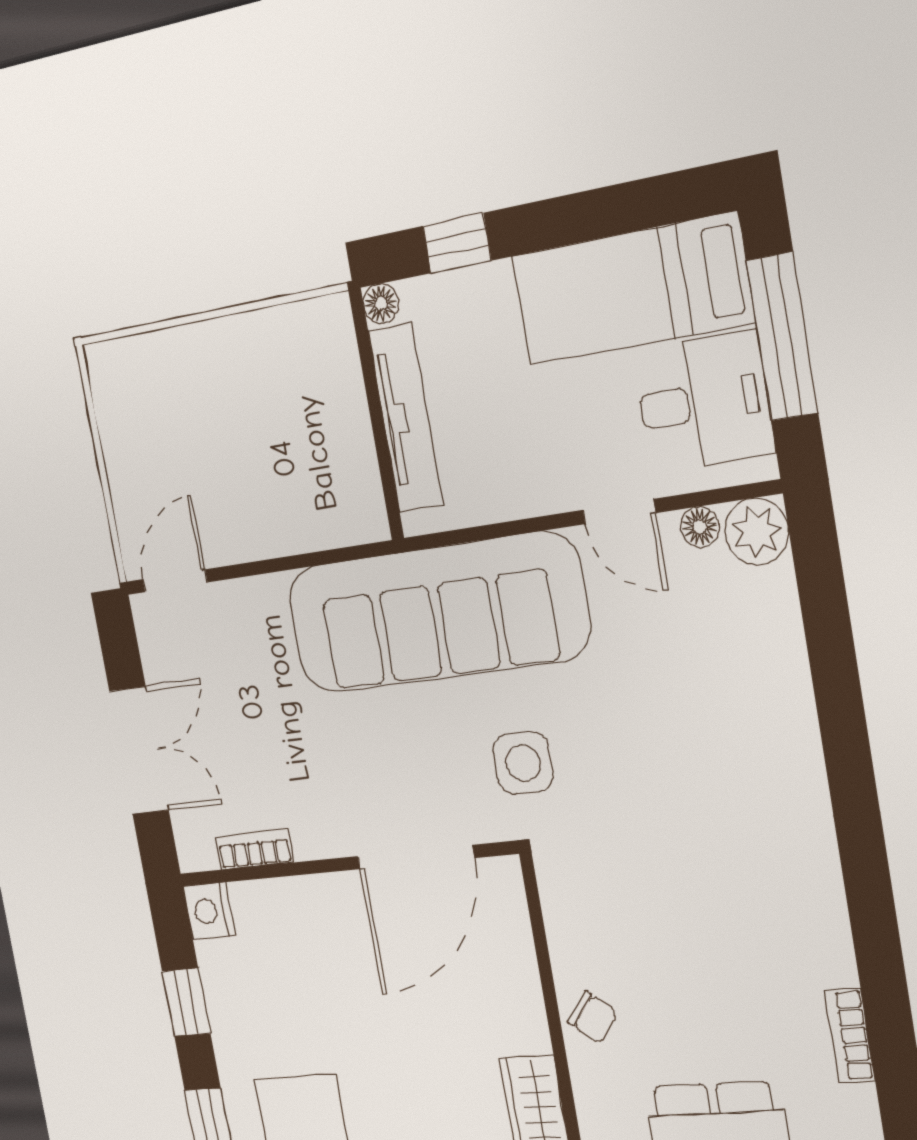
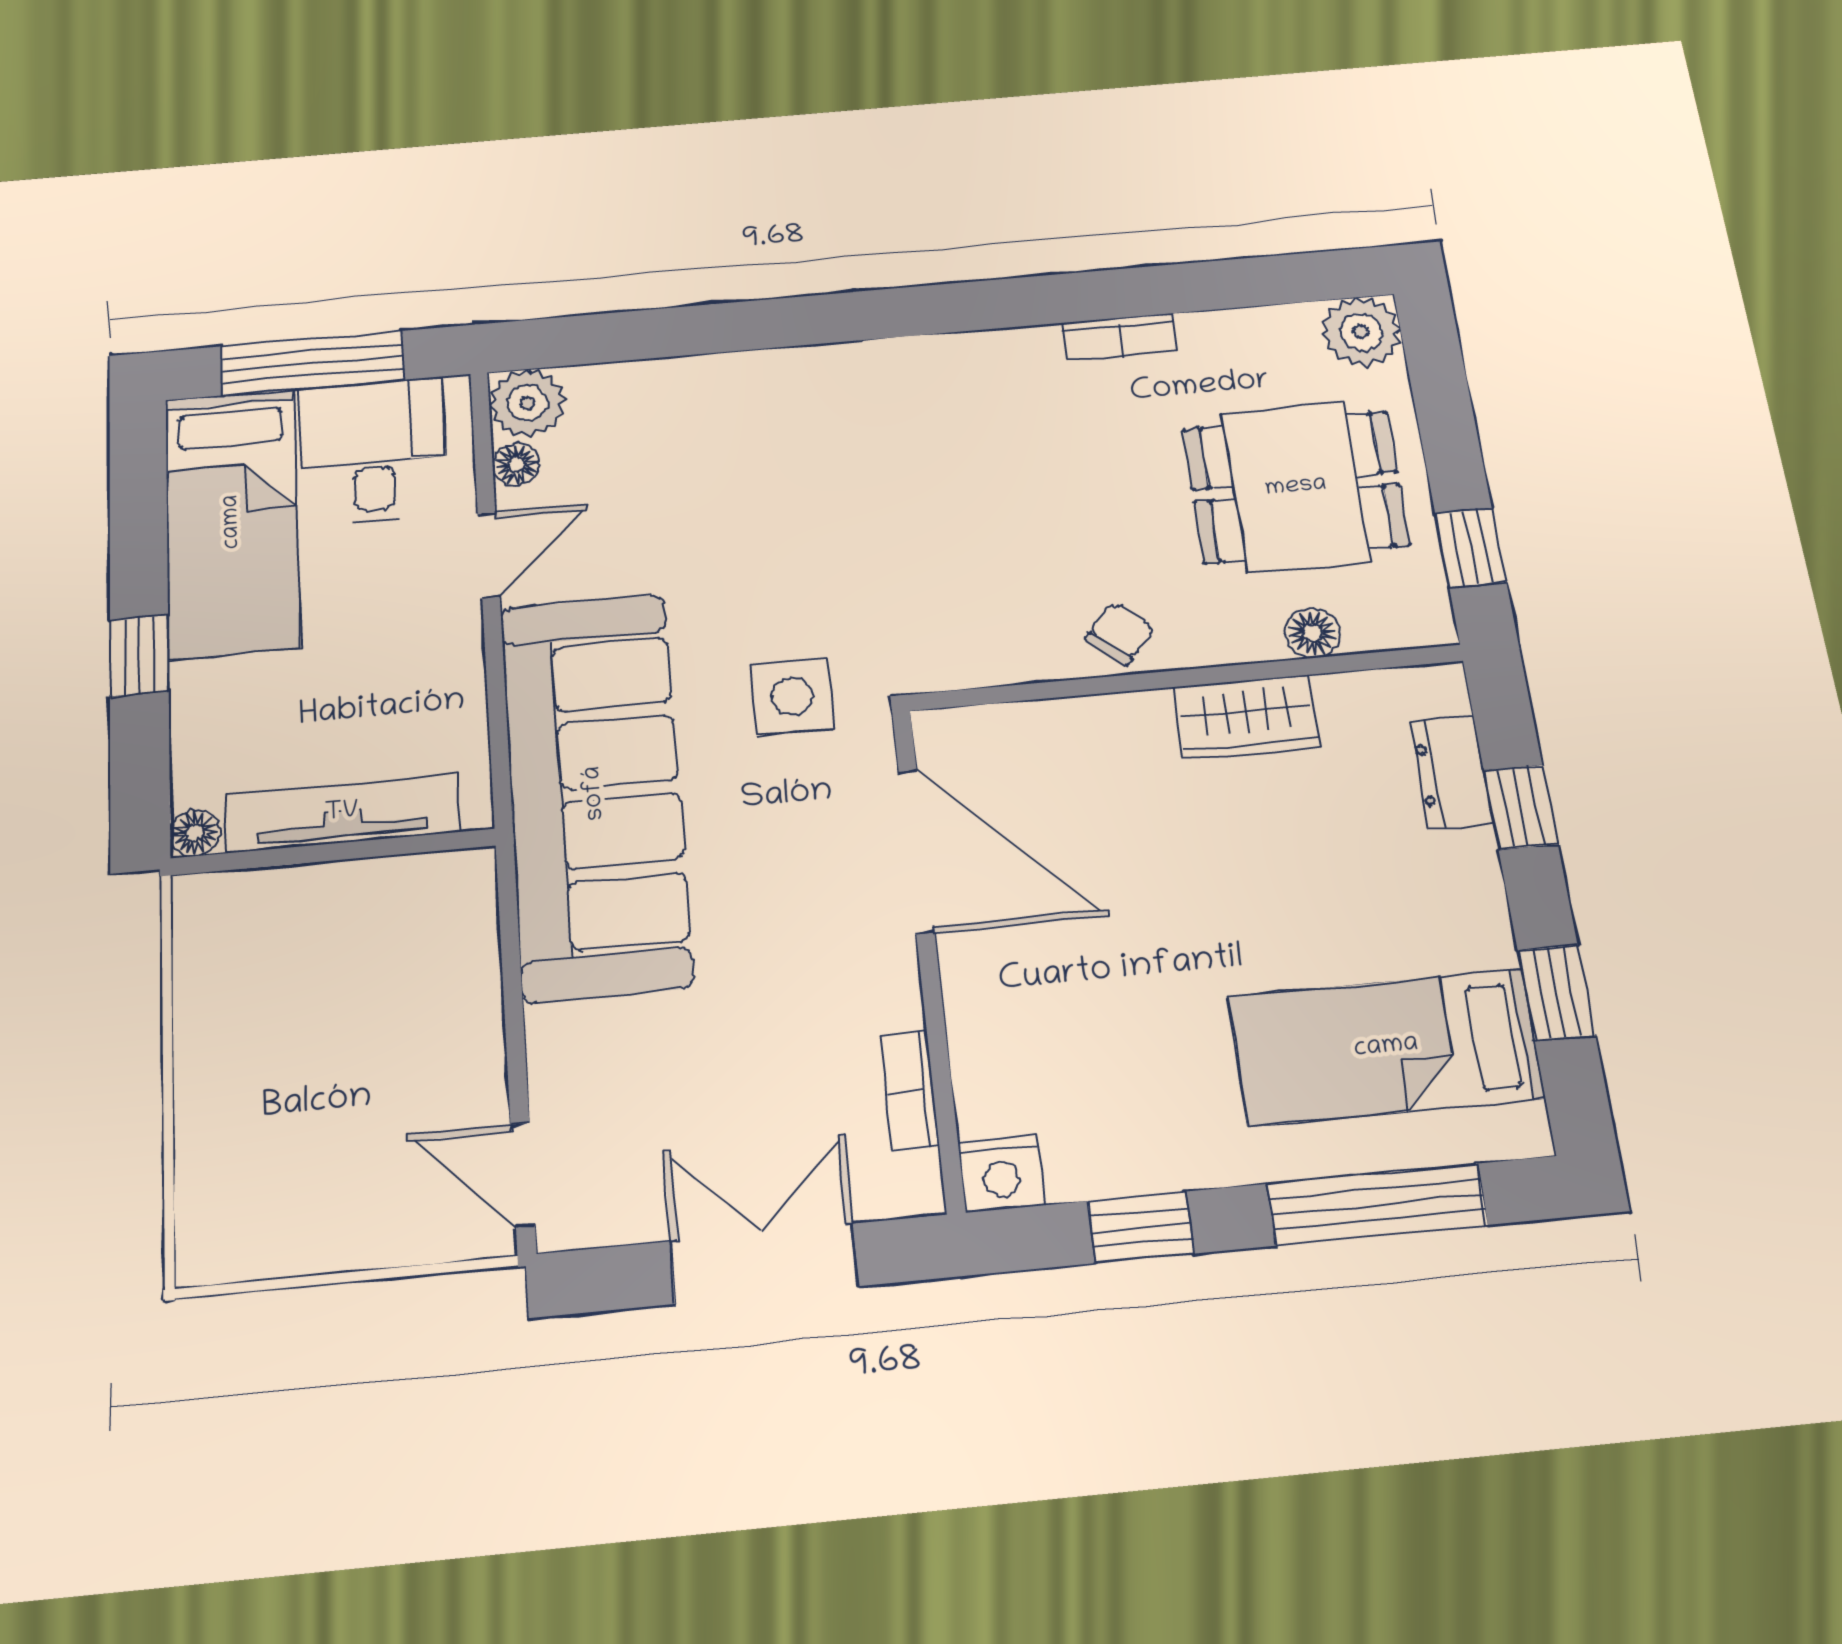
window: (457, 243) -> (139, 656), moved

